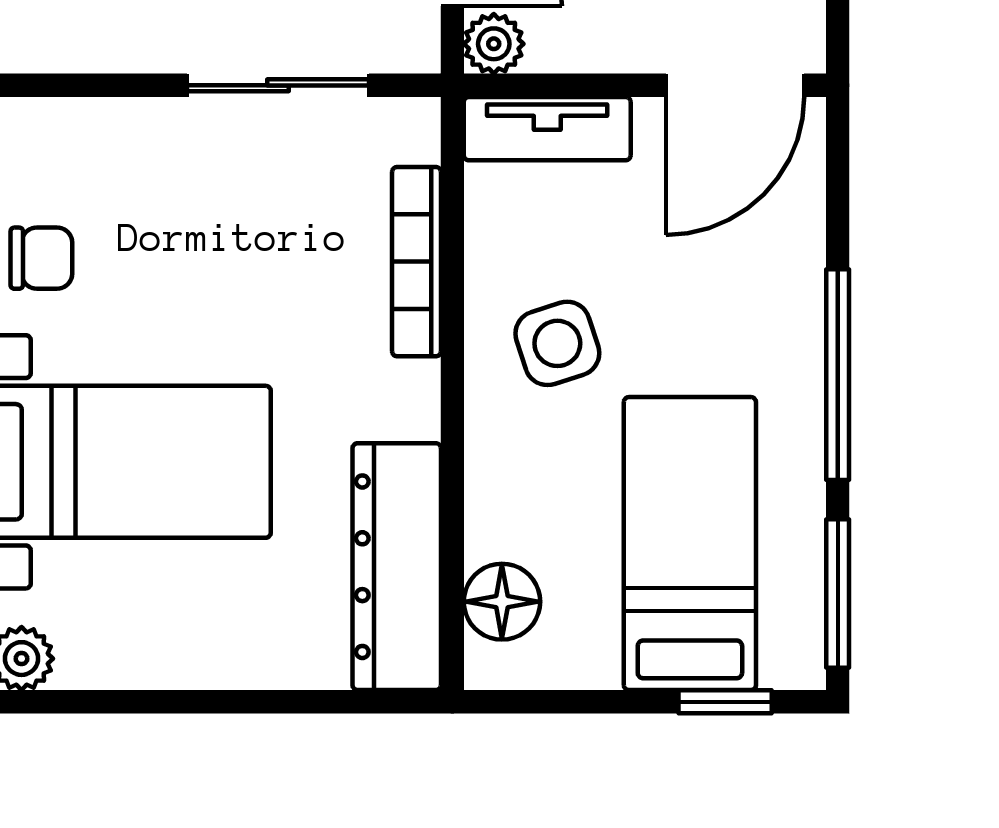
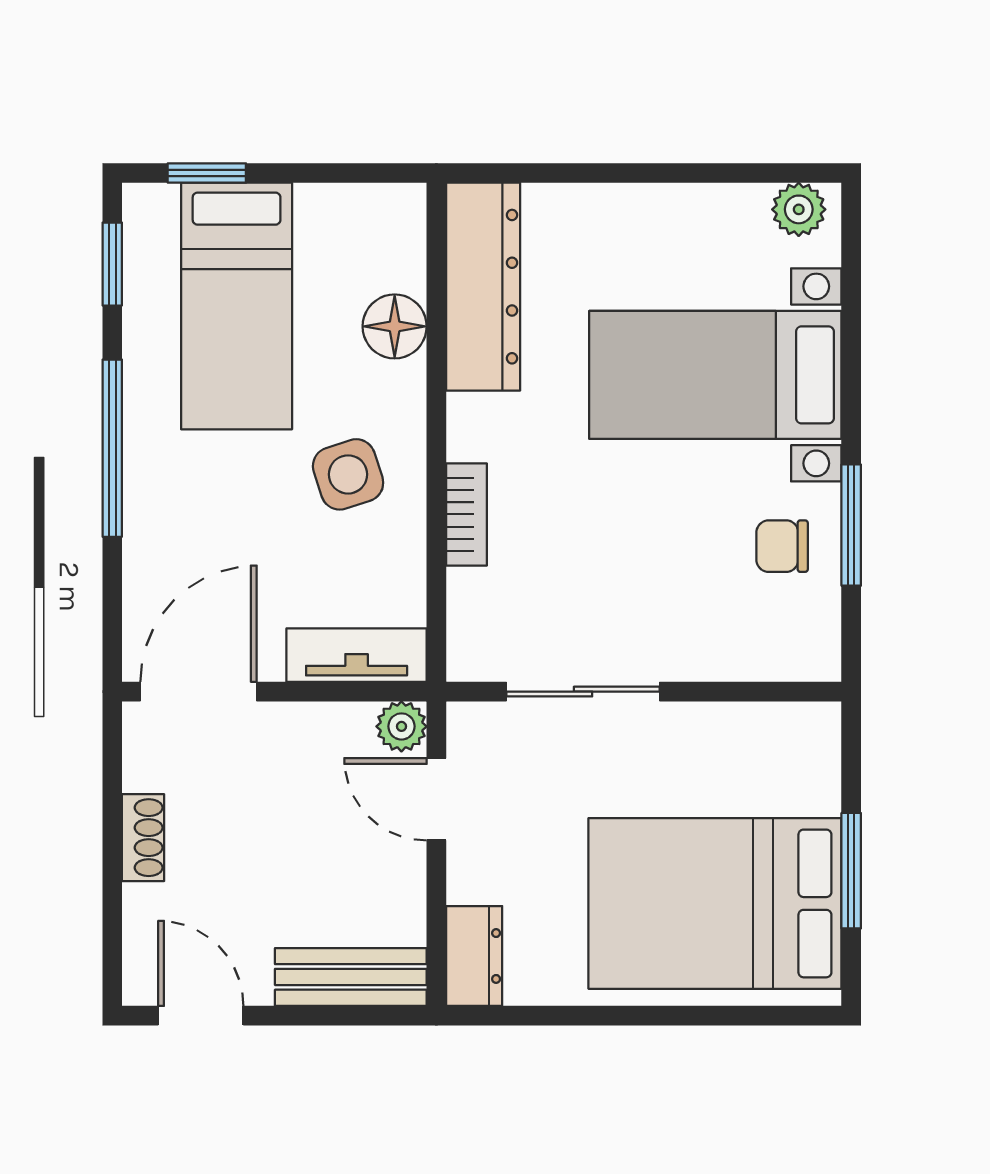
bookcase: (416, 262) -> (466, 514), width x0.64
window: (838, 594) -> (112, 264), width x0.67
floor lamp: (502, 602) -> (395, 326), moved

